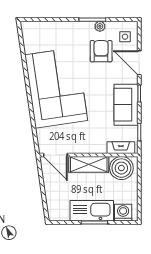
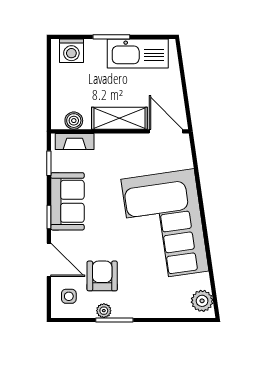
plant: (29, 33) -> (202, 301), added
armchair: (101, 51) -> (102, 276), turned 180
boiler: (121, 168) -> (74, 121), width x0.54, depth x0.54
kitchen sink: (92, 211) -> (138, 53), moved

